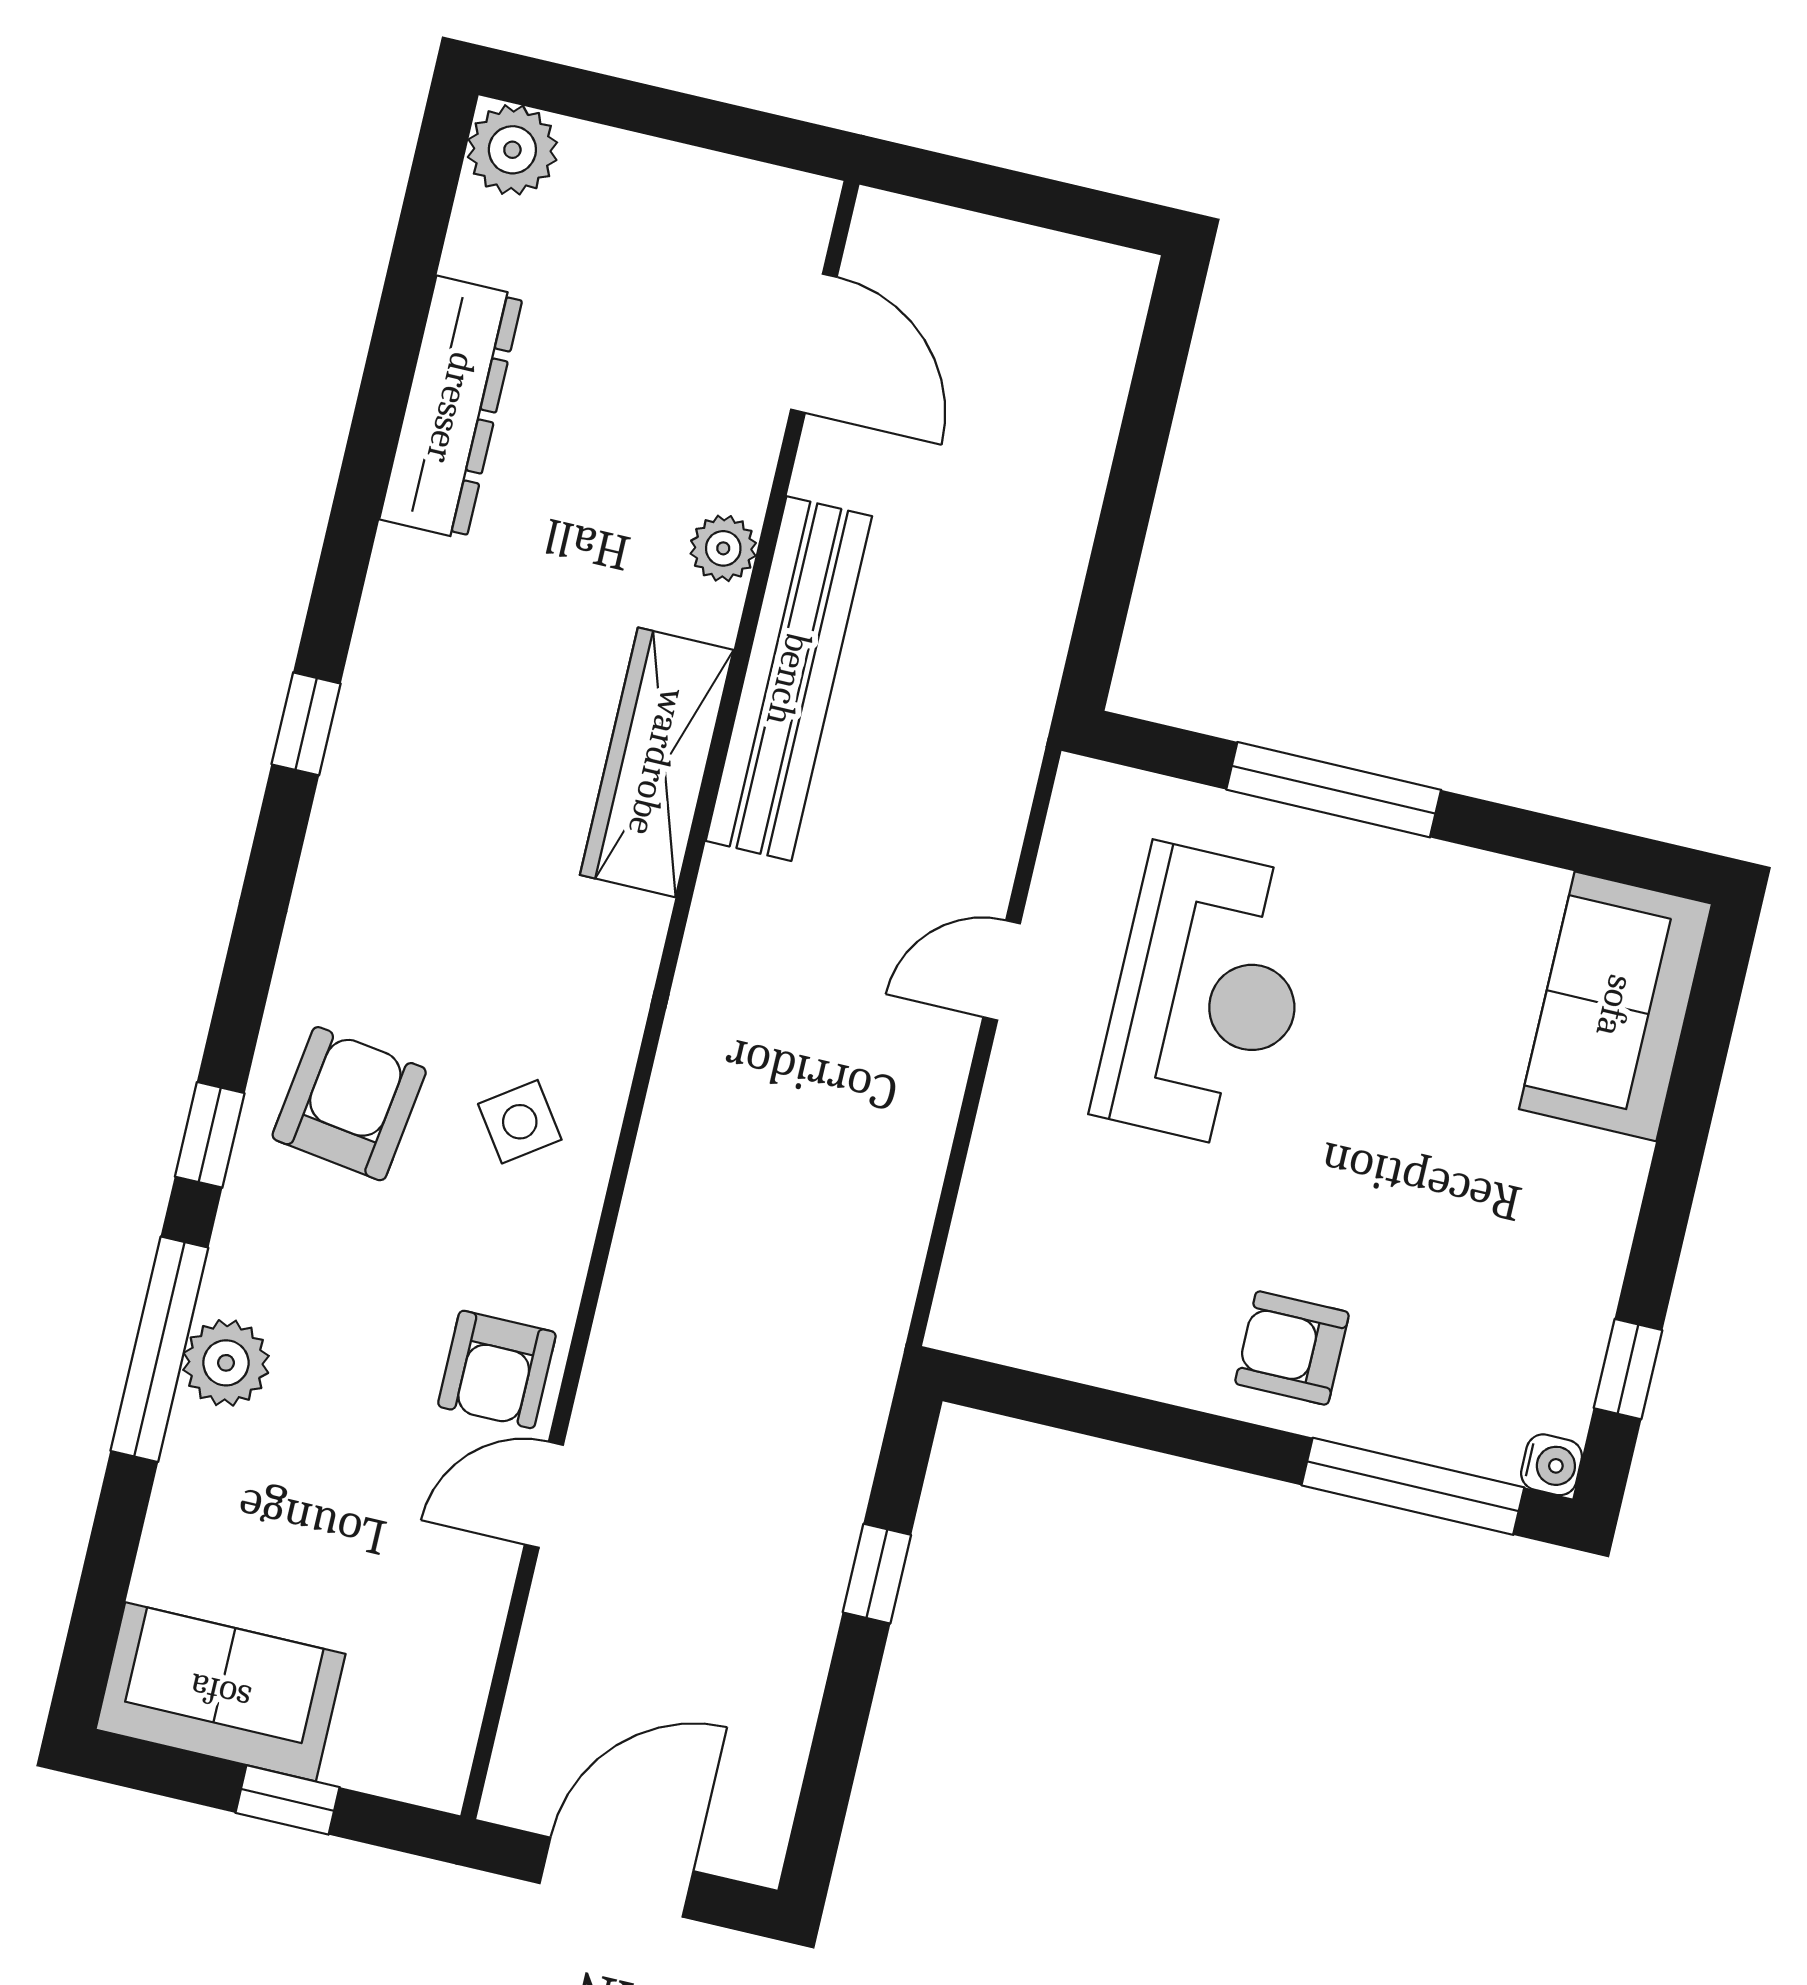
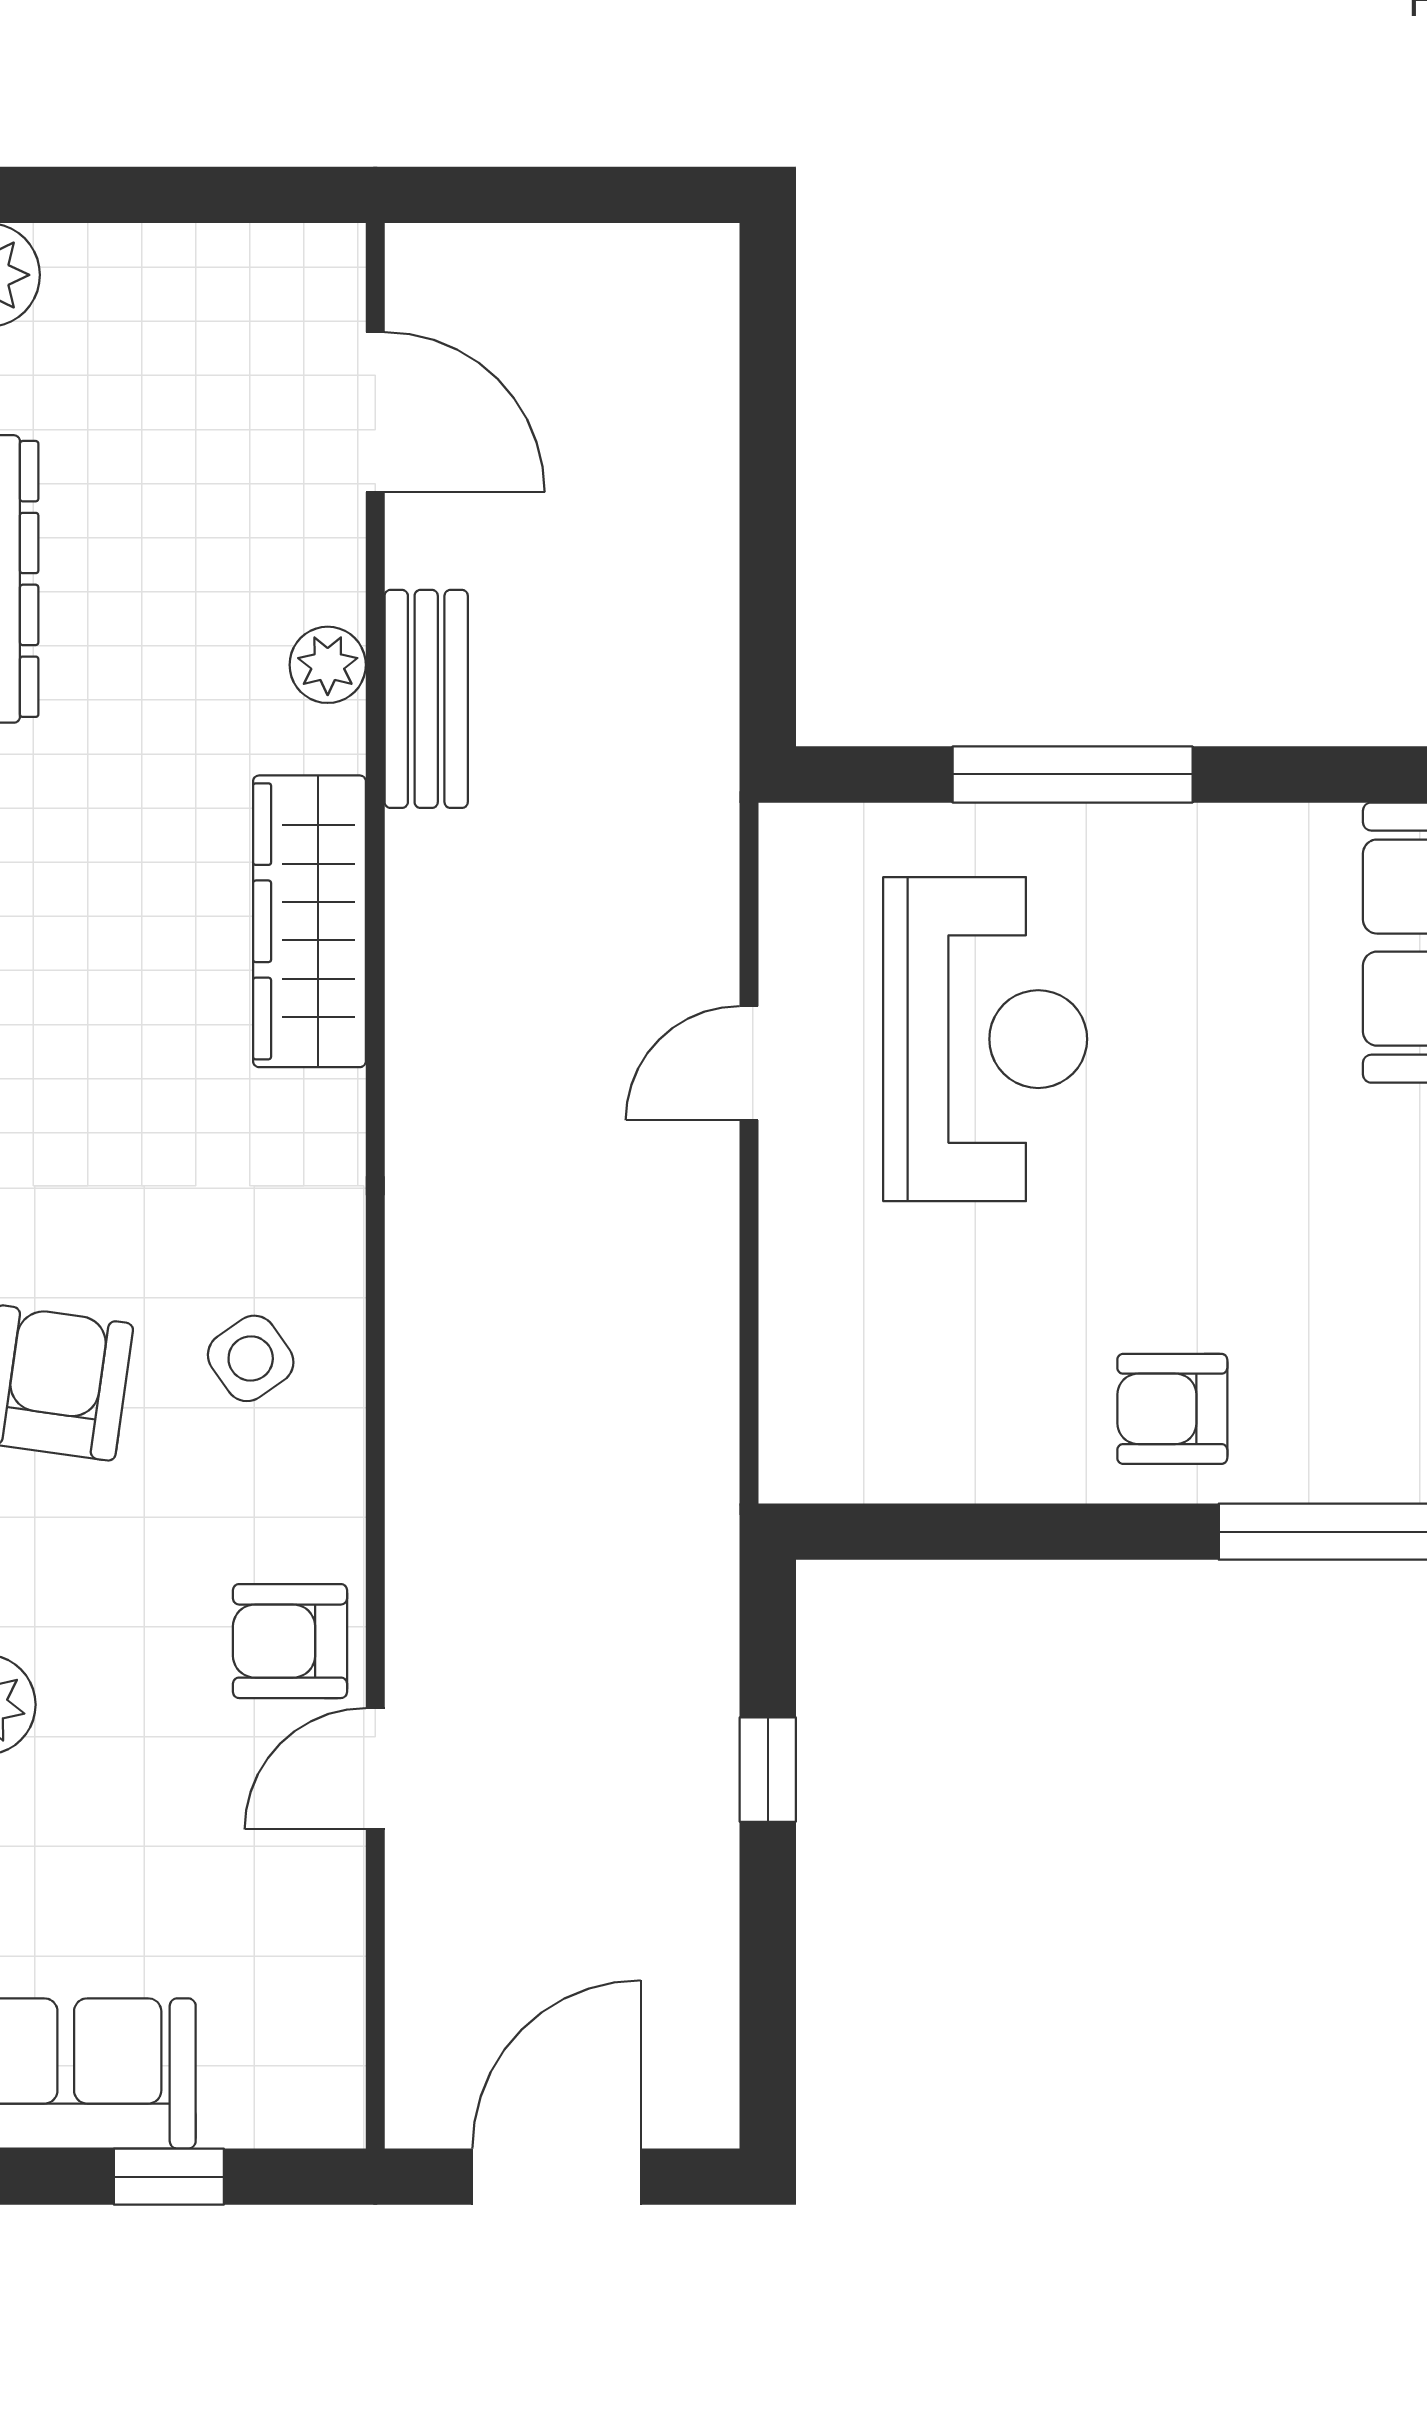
bench: (789, 679) -> (426, 699), width x0.54, depth x0.82
armchair: (497, 1369) -> (290, 1641), turned 90

